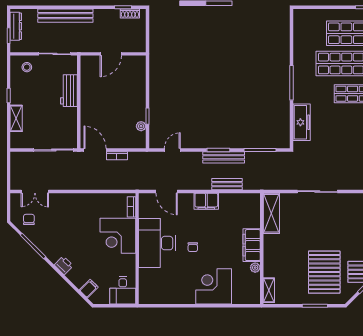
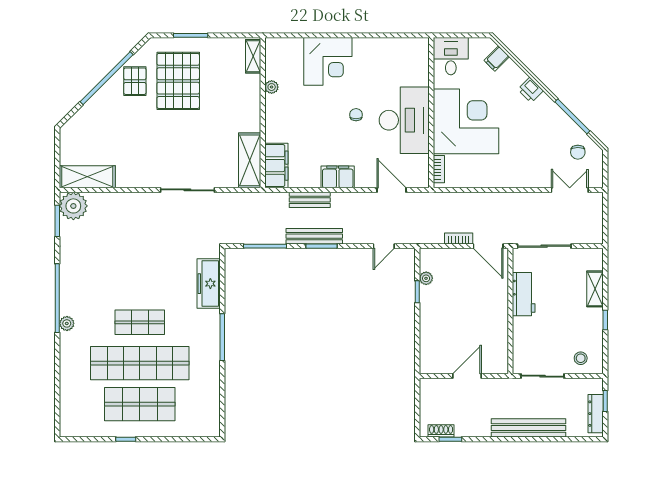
workbench: (69, 91) -> (524, 294), moved
corner desk: (118, 236) -> (466, 121), width x1.36, depth x1.36
filing cabinet: (252, 245) -> (276, 166), moved

